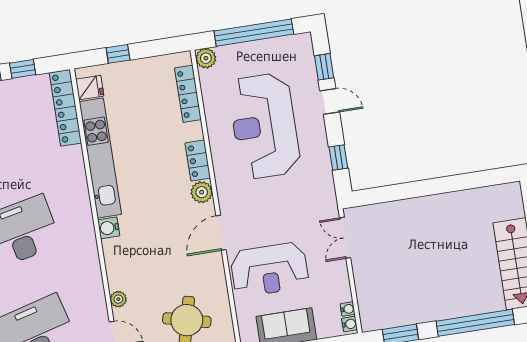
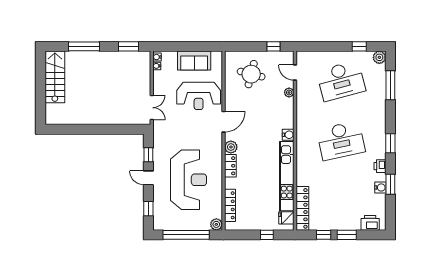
door: (330, 101) -> (148, 178), moved
reception desk: (269, 270) -> (199, 96), turned 180
window: (475, 323) -> (84, 46), width x0.68

